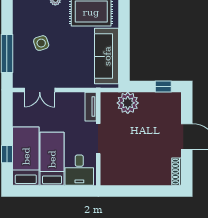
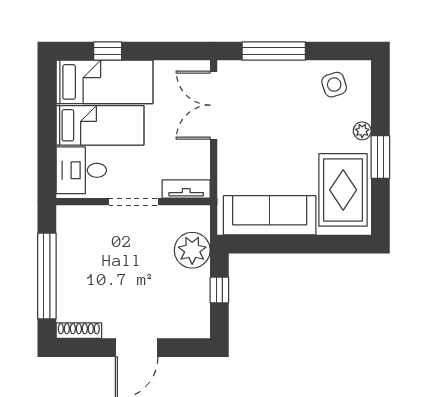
side table: (41, 43) -> (334, 85), moved
window: (163, 86) -> (219, 290), moved
double door: (40, 90) -> (214, 105), width x1.37
window: (143, 191) -> (47, 276), added

